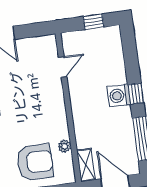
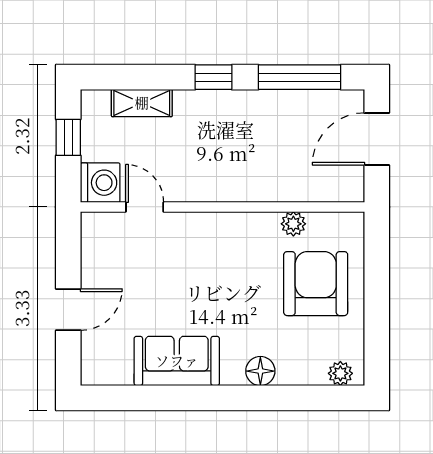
washing machine: (119, 96) -> (100, 183), moved, turned -90
shelving: (86, 165) -> (142, 103), moved

